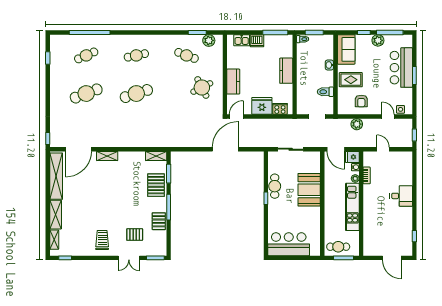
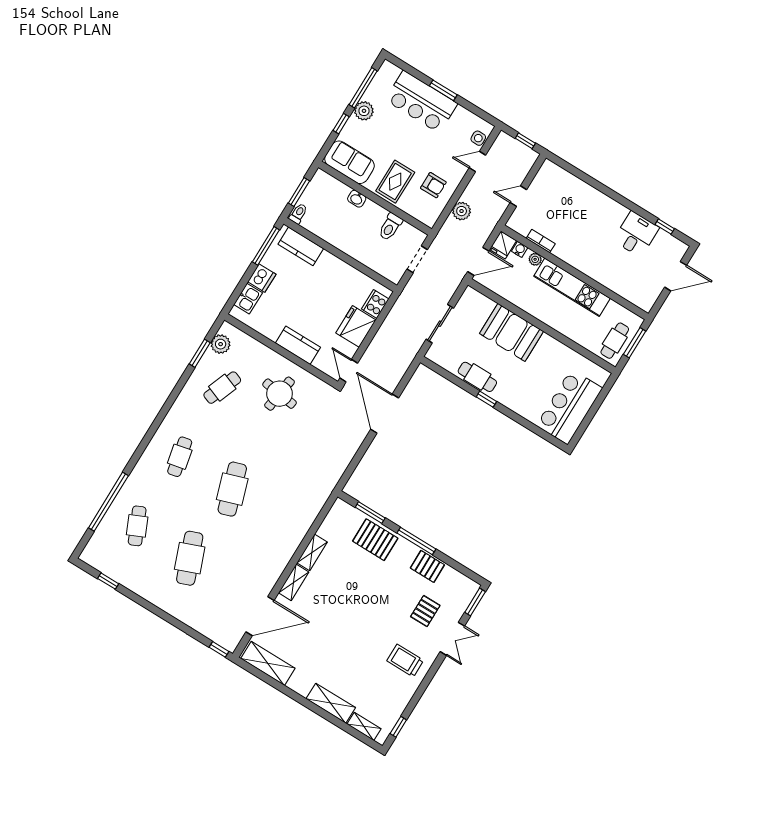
kitchen counter: (286, 71) -> (301, 246), moved
round table: (202, 87) -> (280, 394), turned 35
door: (78, 149) -> (260, 616), hinge flipped
shelving: (156, 156) -> (312, 552), moved
shelving: (56, 176) -> (268, 663), width x0.68
desk: (401, 196) -> (636, 234), moved

